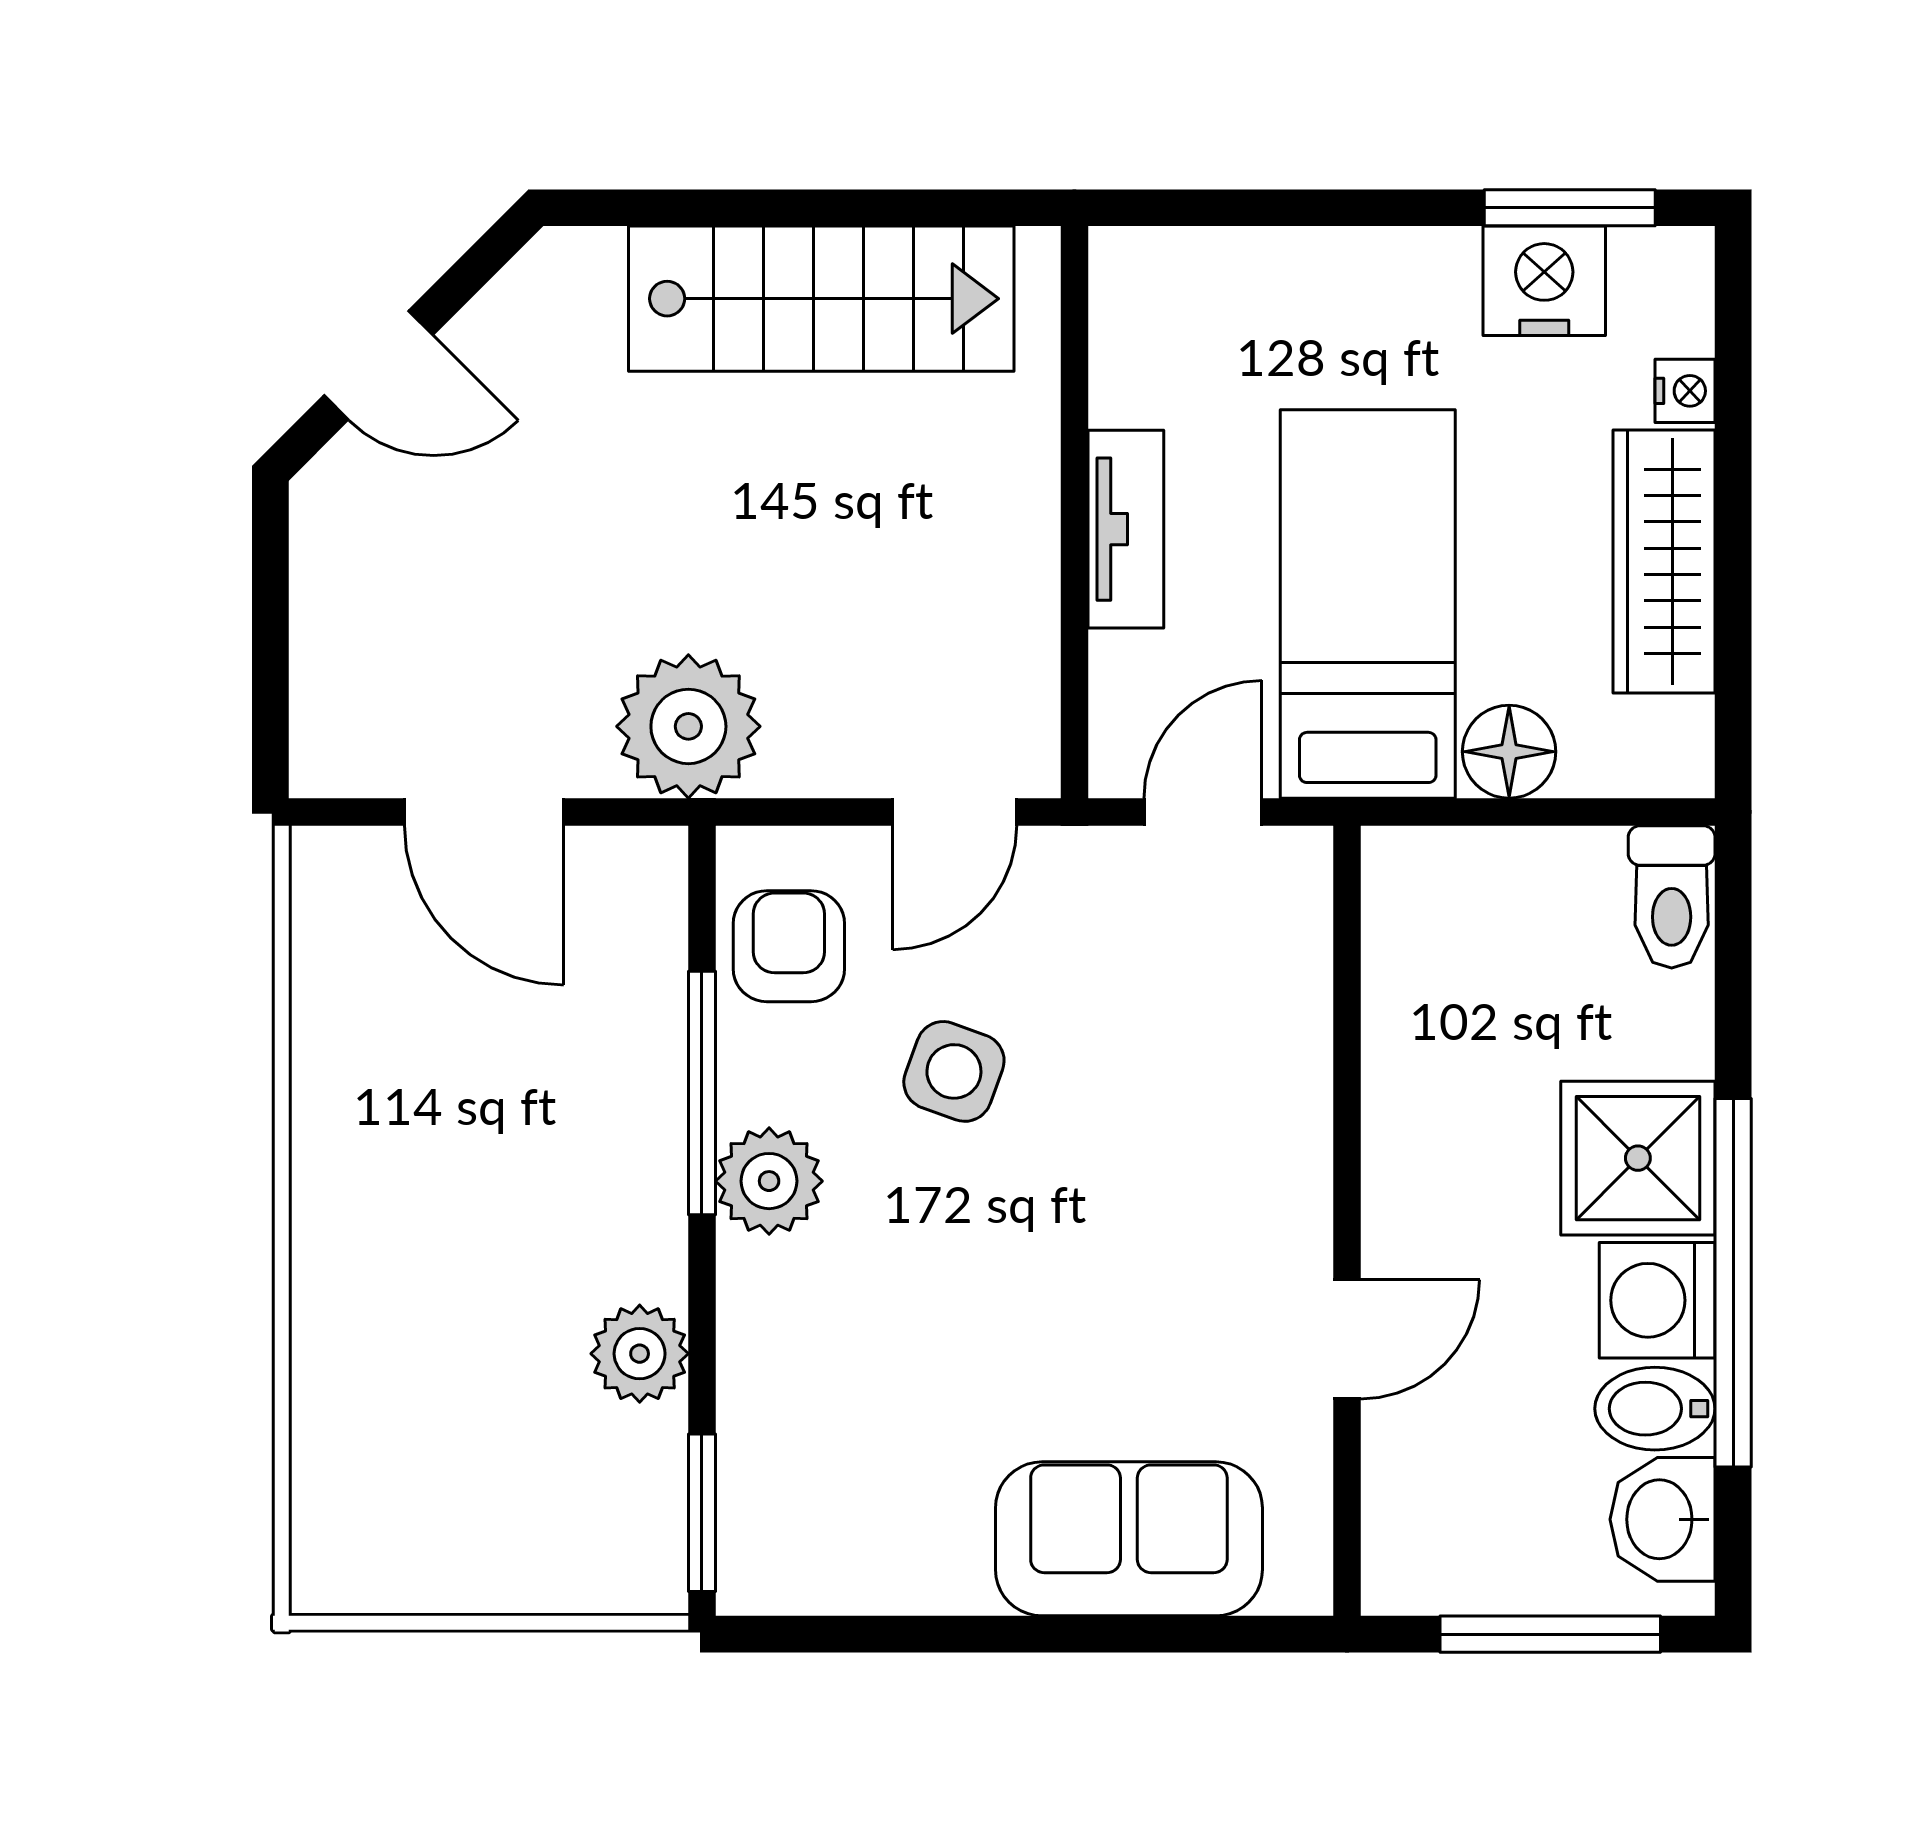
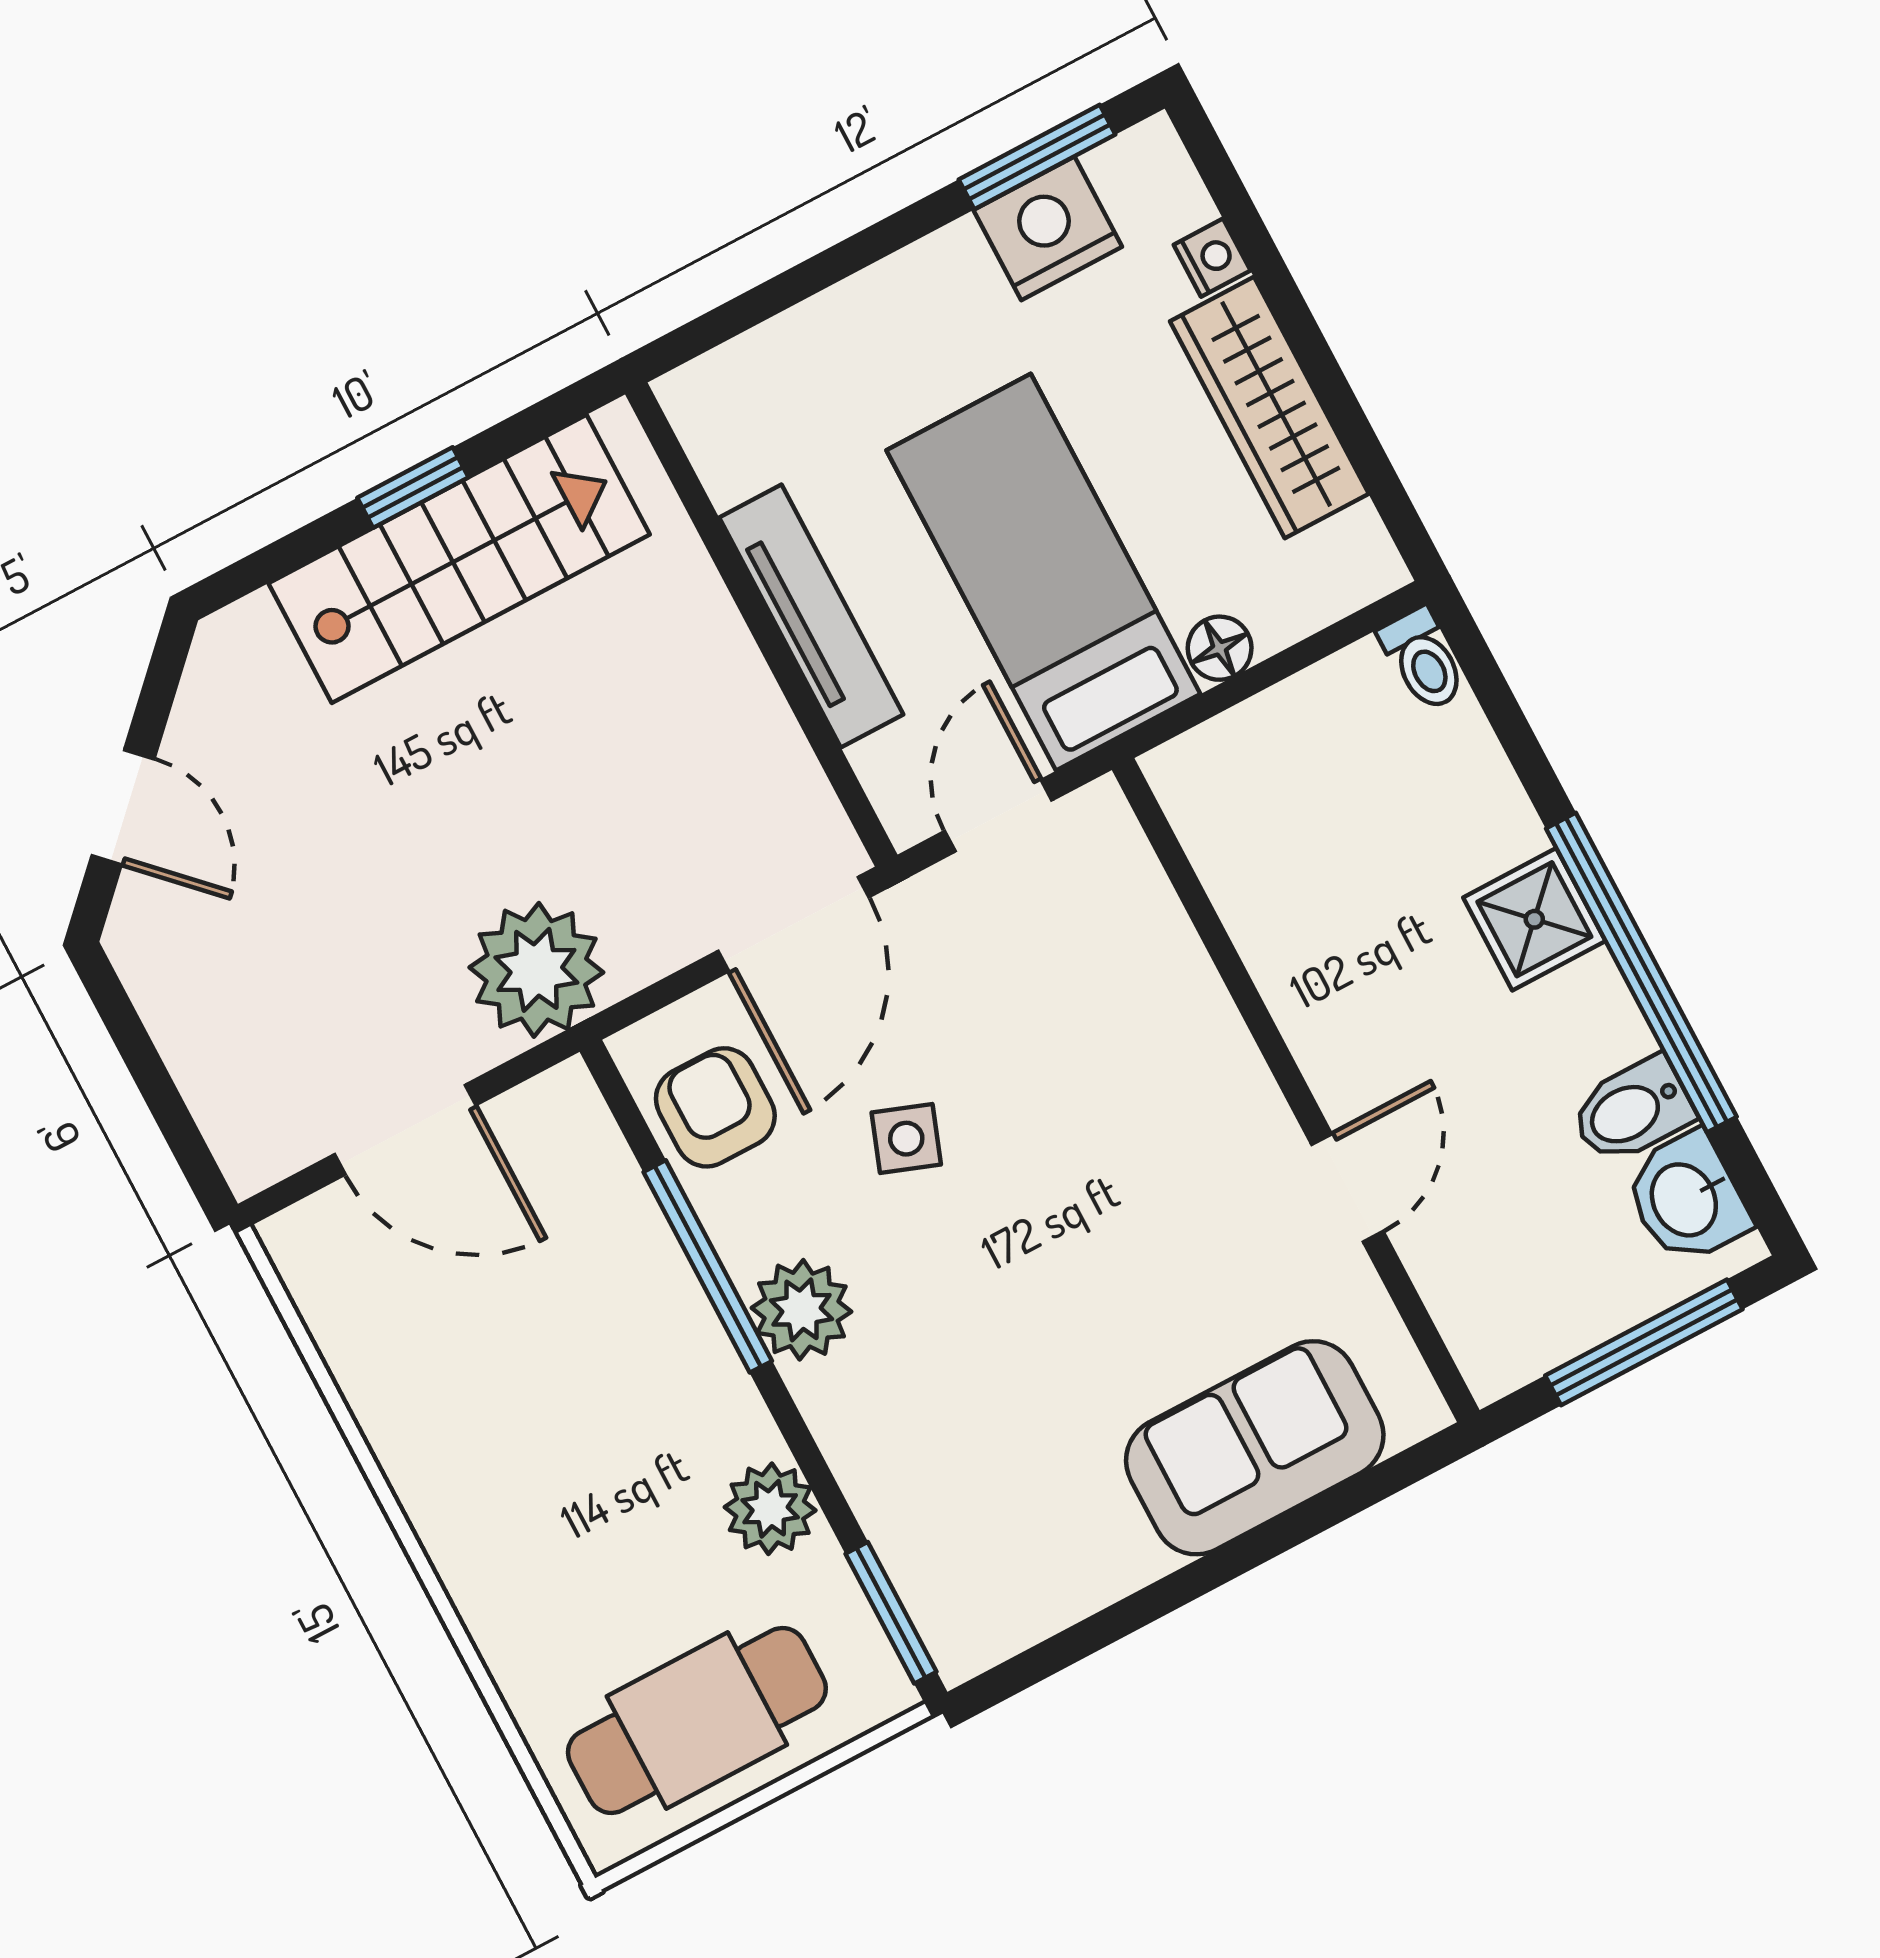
window: (813, 208) -> (413, 487), added
door: (378, 365) -> (123, 807), hinge flipped
tv unit: (1126, 529) -> (811, 616), width x1.41
floor lamp: (1509, 752) -> (1220, 648), width x0.73, depth x0.73
door: (955, 812) -> (793, 924), width x1.38
toilet: (1672, 897) -> (1423, 660), width x0.73, depth x0.72
side table: (954, 1071) -> (906, 1139), width x0.73, depth x0.73
shower: (1638, 1158) -> (1534, 919), width x0.73, depth x0.73
washing machine: (1657, 1300) -> (1586, 1020), removed
cafe table: (464, 1517) -> (697, 1721), added

